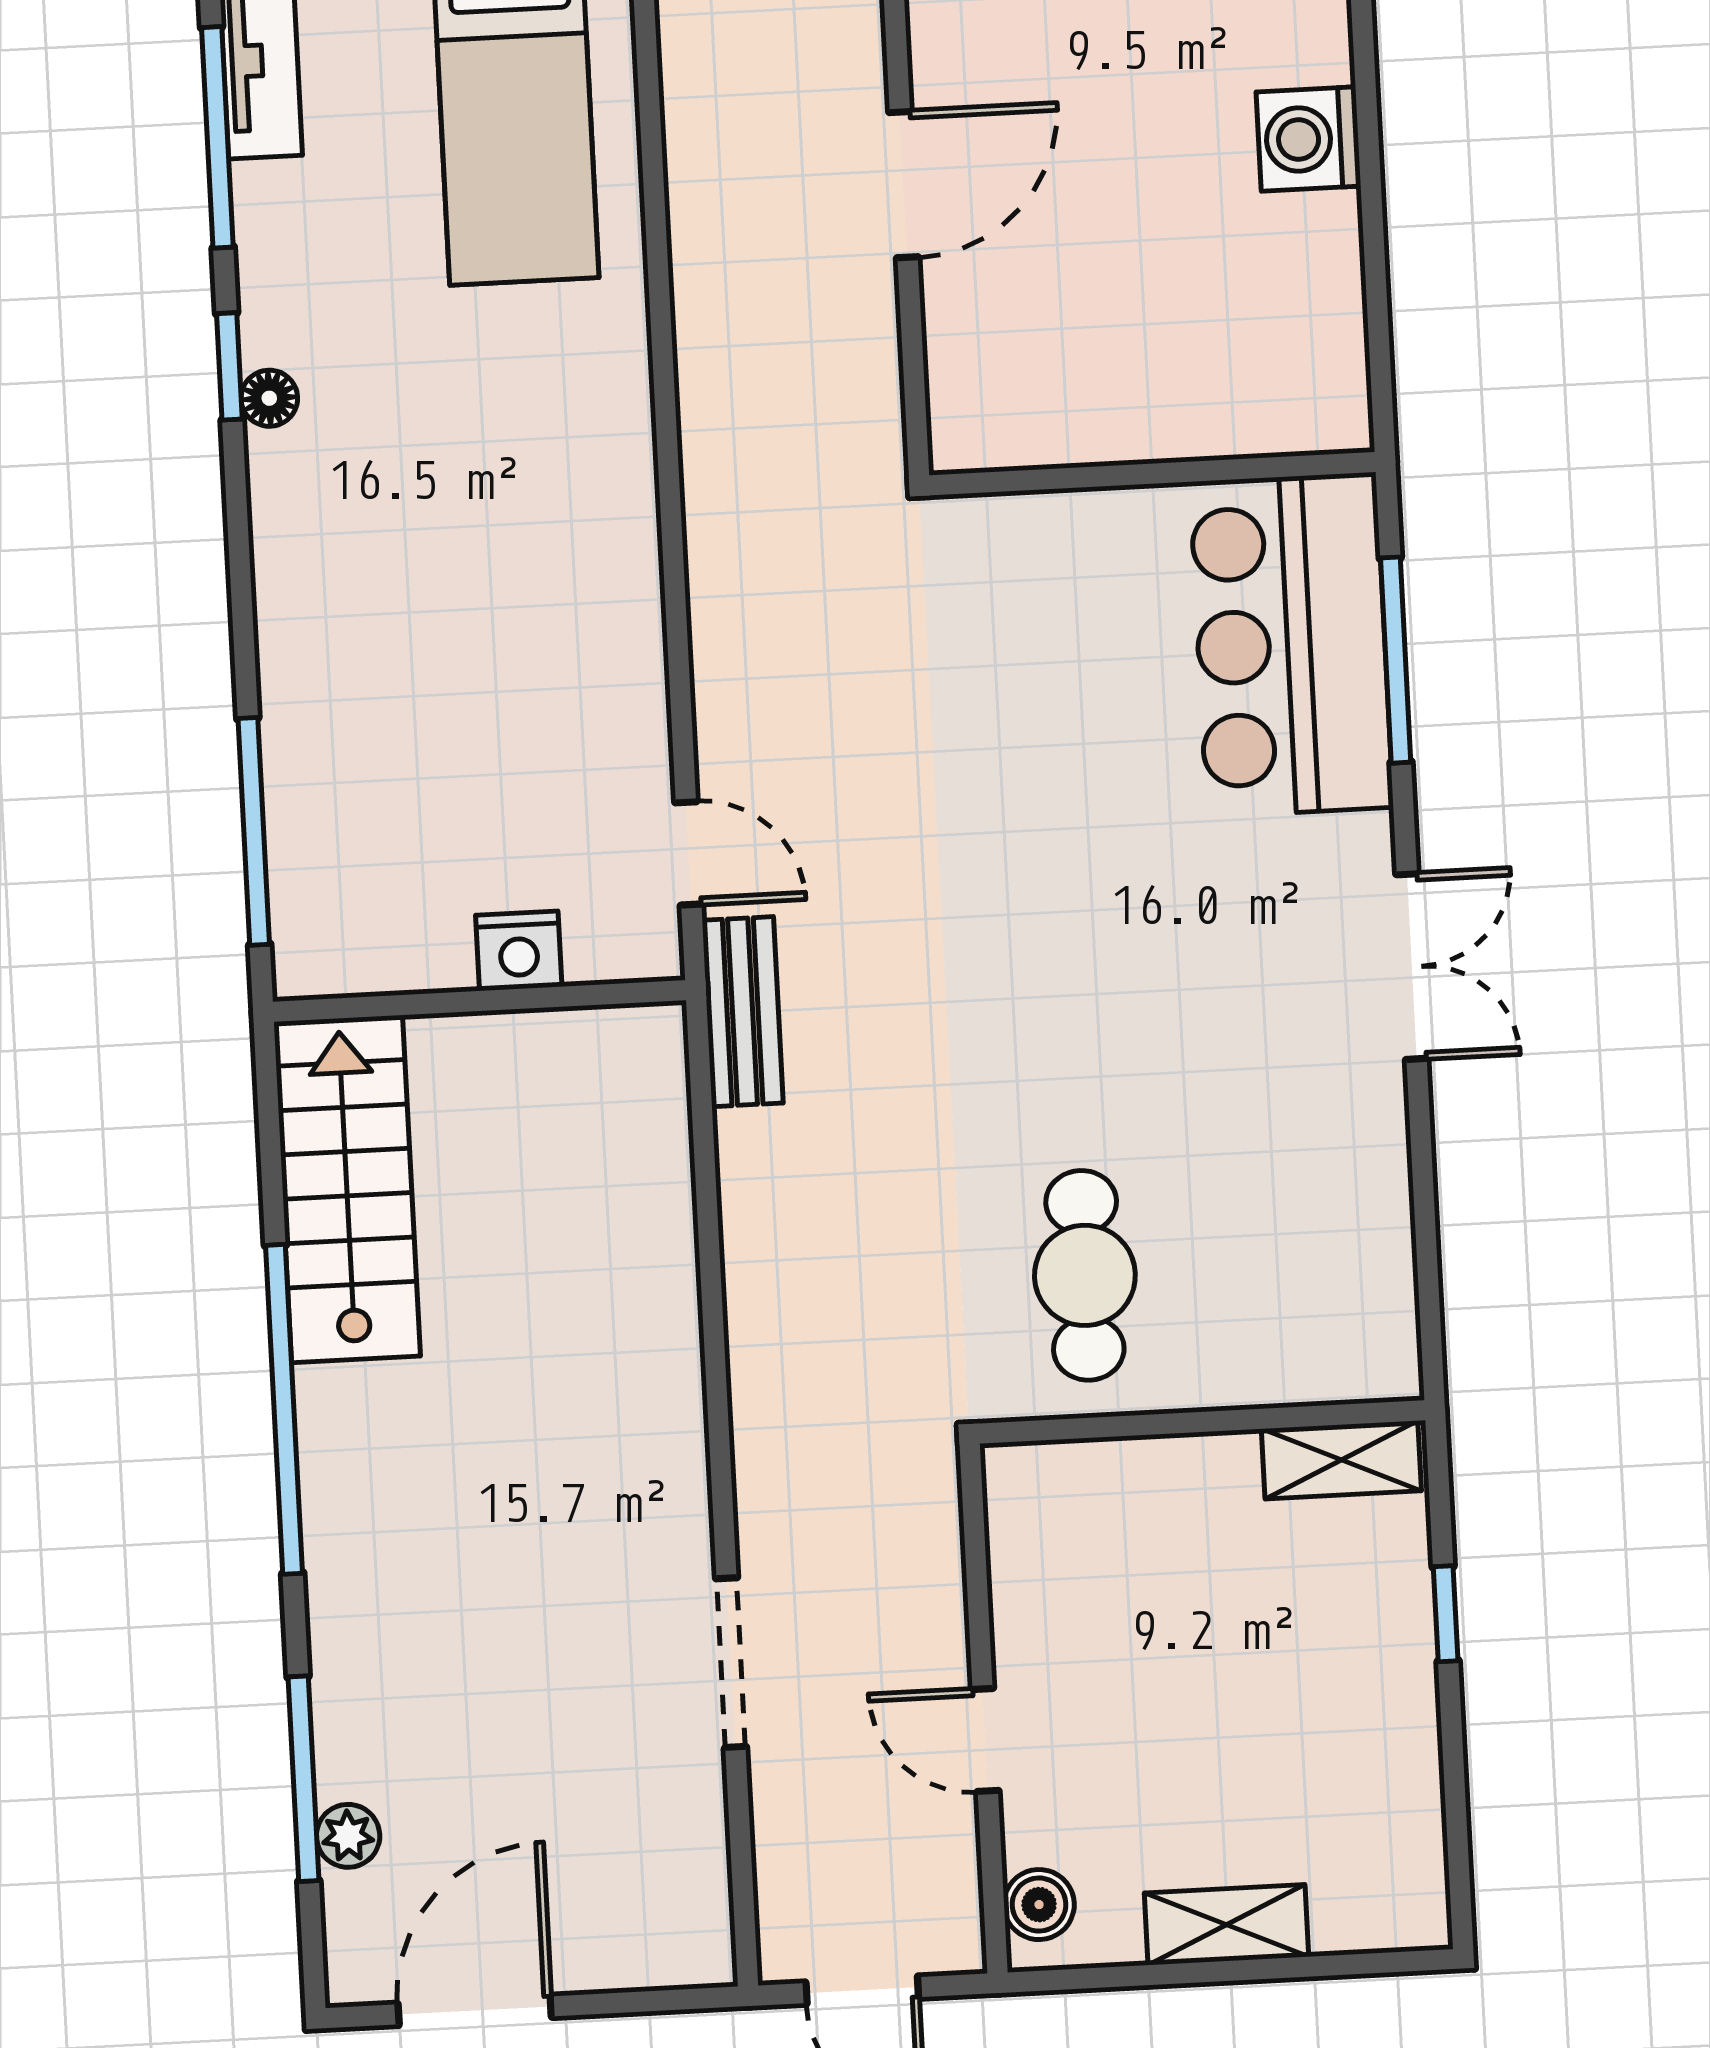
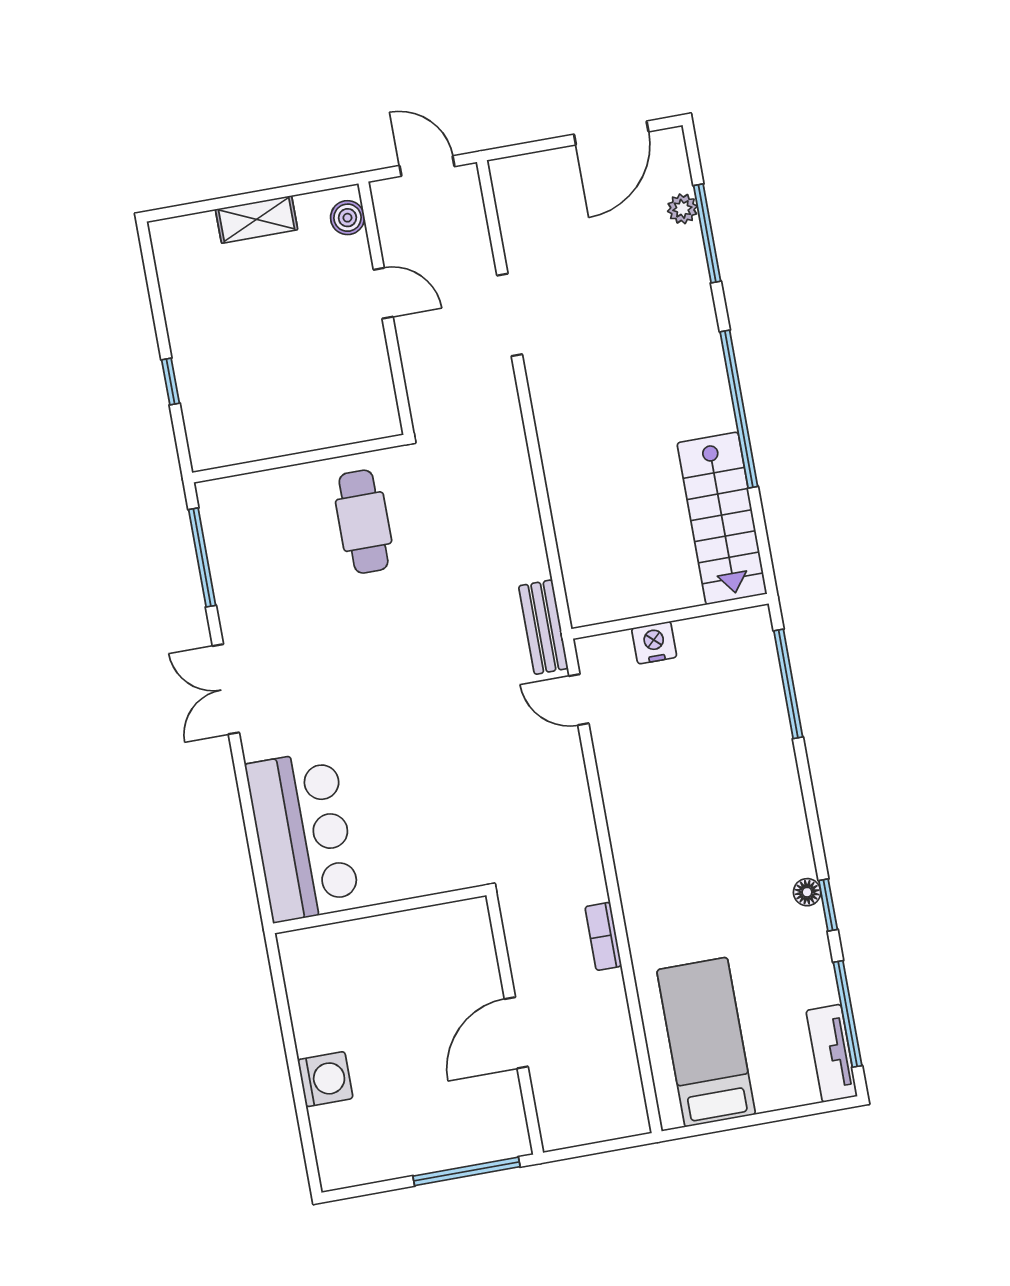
bookcase: (700, 360) -> (603, 936), added
window: (1396, 660) -> (202, 557), moved
shelving: (1341, 1460) -> (230, 449), removed

